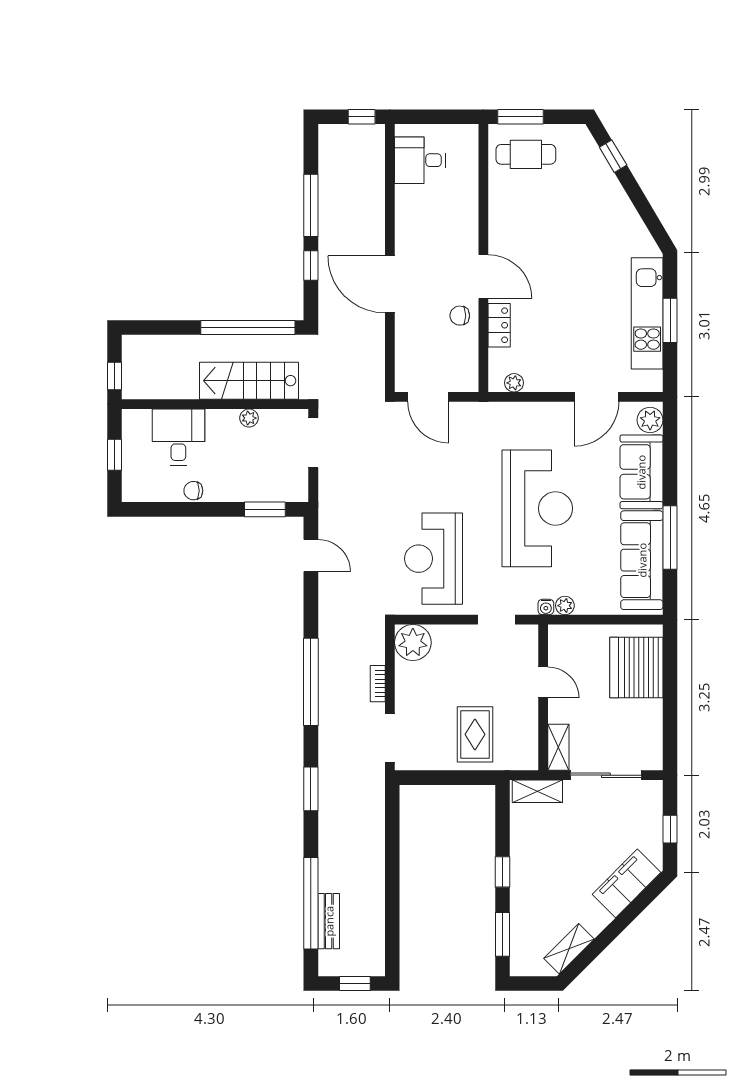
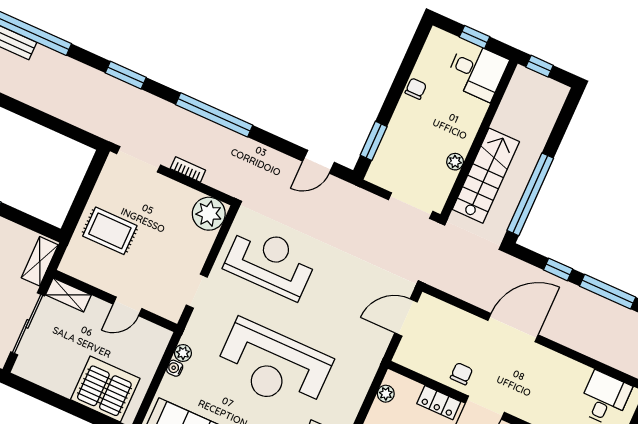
desk: (178, 437) -> (477, 71), moved
water cooler: (546, 607) -> (175, 368), moved

